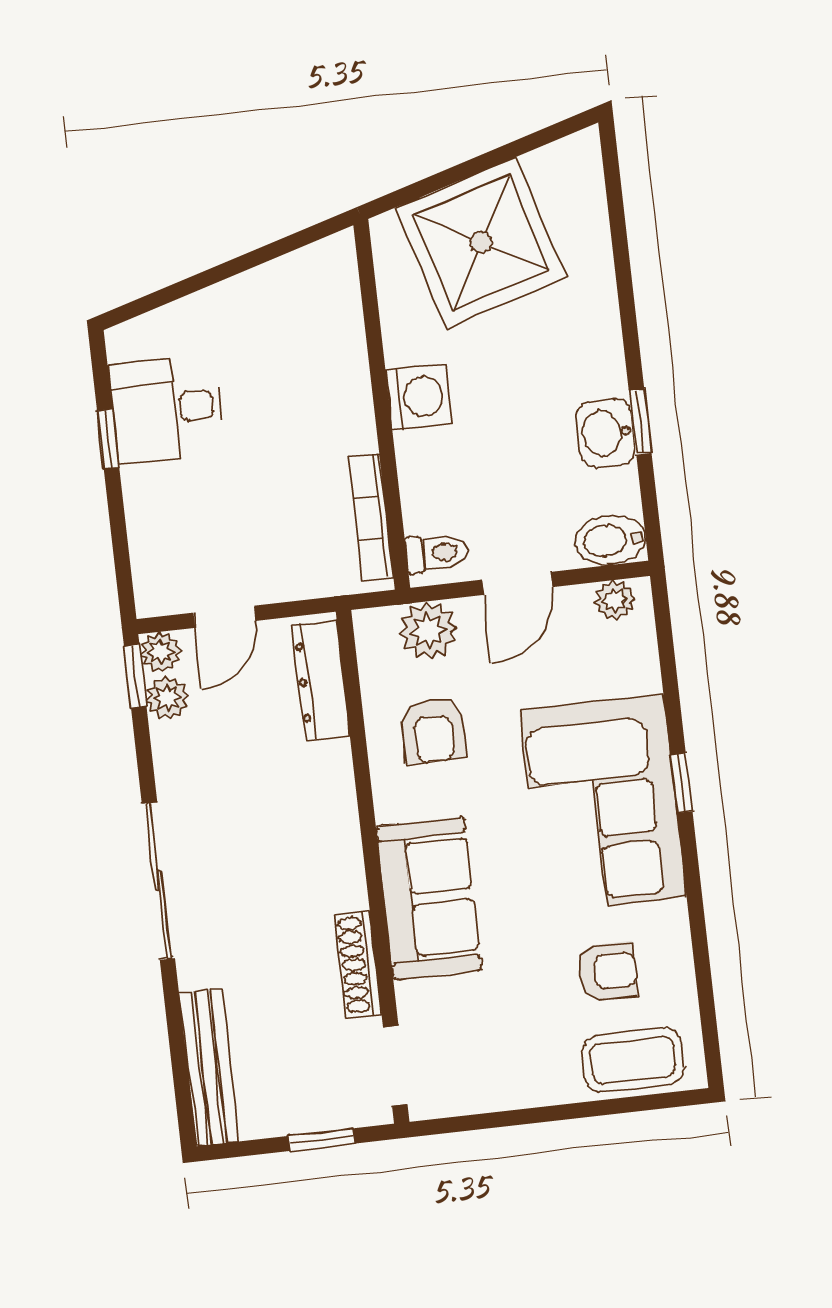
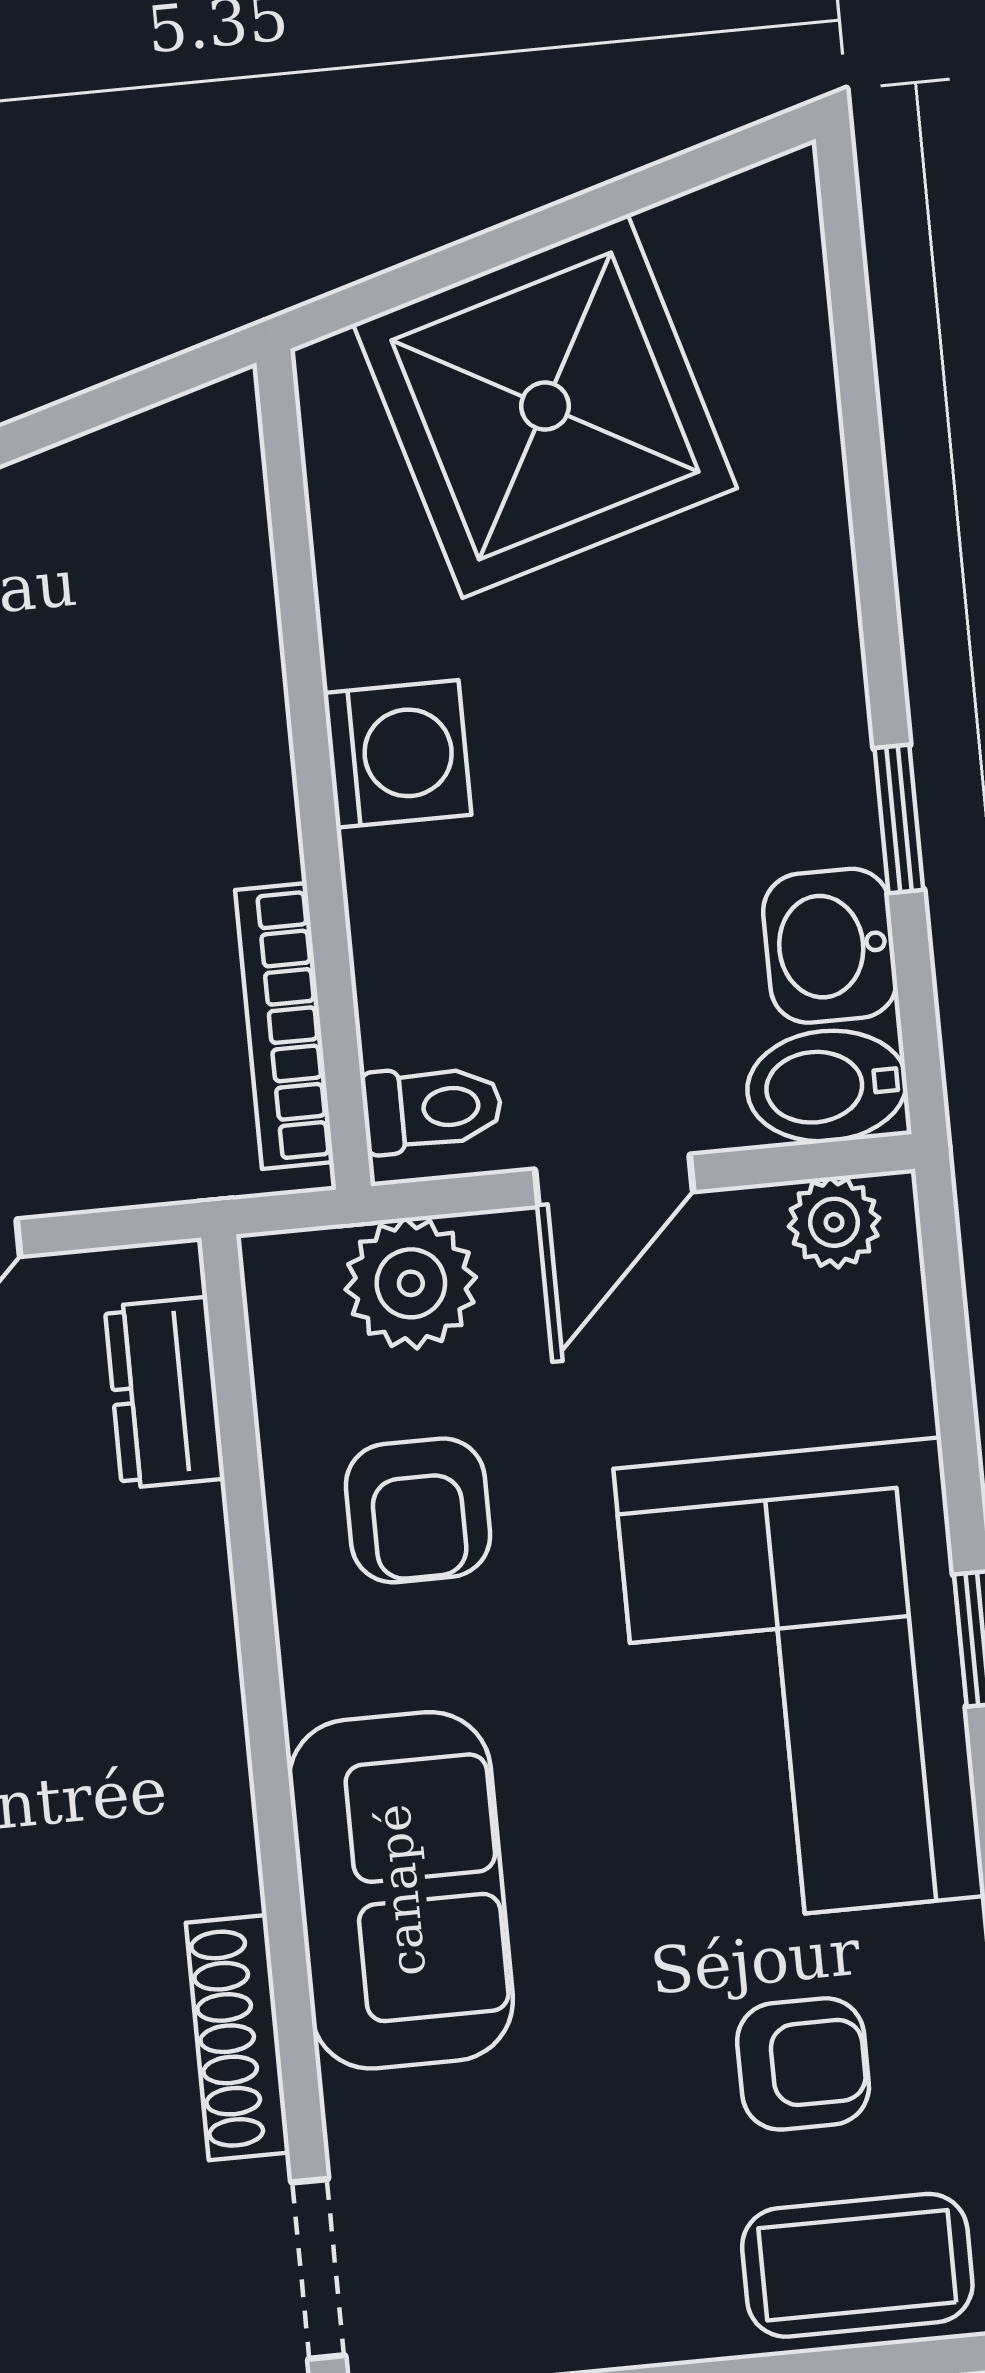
washbasin: (606, 433) -> (830, 946), moved
dresser: (321, 680) -> (165, 1393), width x0.70

